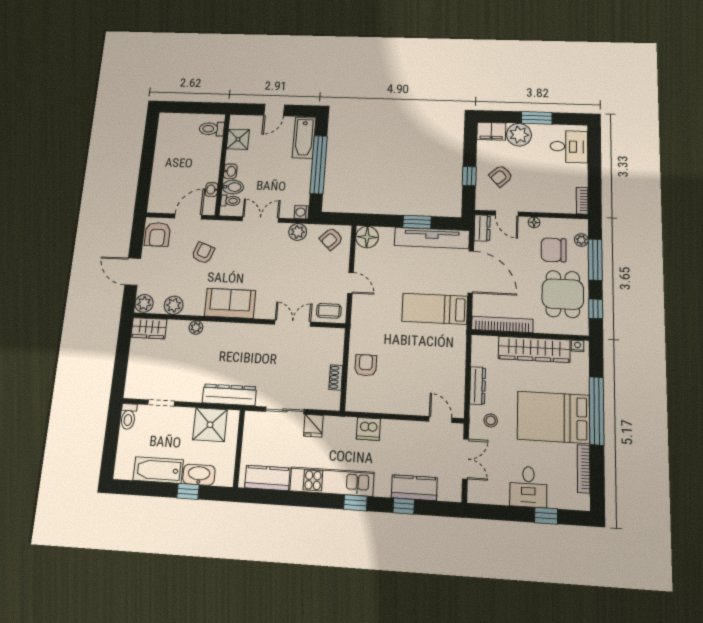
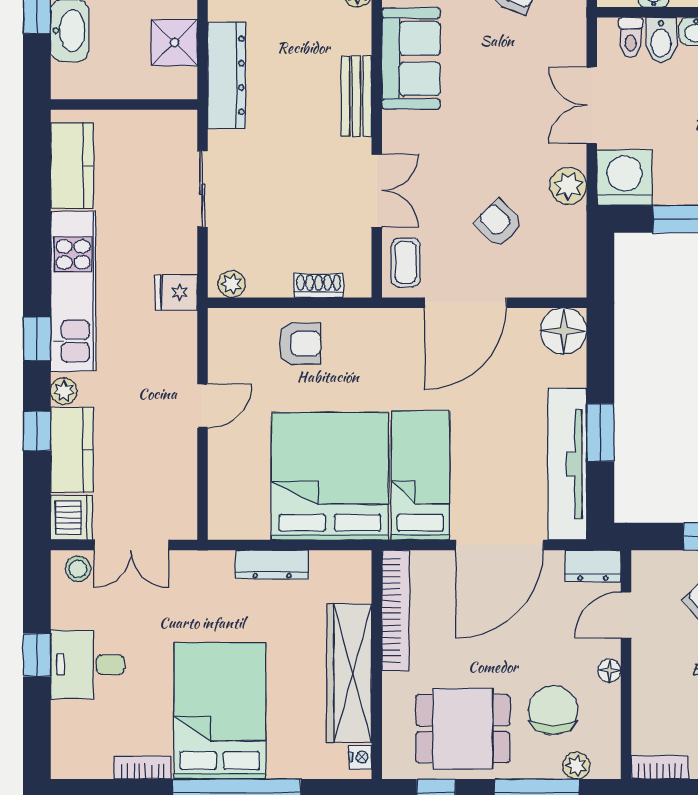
washing machine: (302, 212) -> (624, 178), width x1.89, depth x1.89
double door: (260, 220) -> (592, 105), swing flipped
armchair: (331, 239) -> (499, 223), moved
door: (350, 283) -> (466, 303), width x1.88
bench: (246, 331) -> (356, 96), added
bed: (433, 354) -> (330, 476), added
shoe rack: (336, 377) -> (319, 286), moved
plant: (334, 398) -> (232, 284), added
door: (440, 420) -> (203, 406), moved
stool: (491, 420) -> (78, 569), moved
shower: (210, 425) -> (174, 42), width x0.73, depth x0.73
fridge: (313, 426) -> (176, 292), moved
dishwasher: (368, 429) -> (71, 518), moved, turned 180
bookcase: (584, 469) -> (143, 768), width x0.64
plant: (383, 490) -> (64, 391), added
window: (546, 516) -> (37, 655), moved

